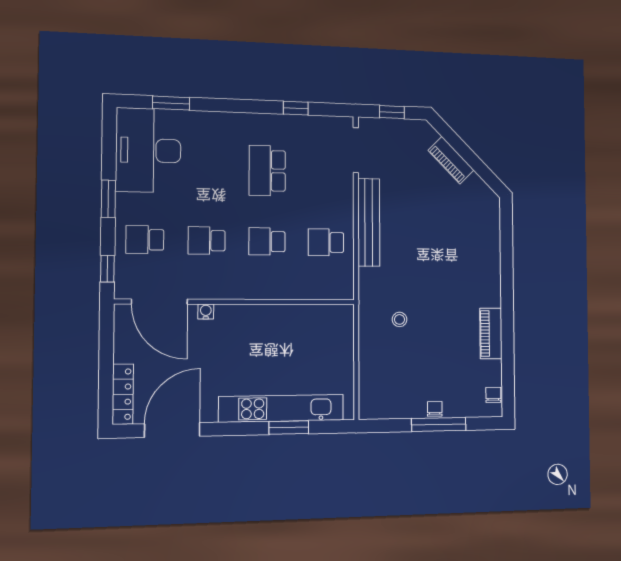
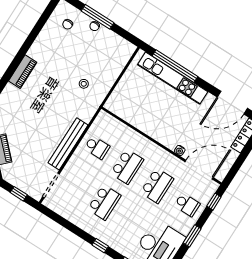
window: (296, 108) -> (100, 246), moved
school desk: (207, 241) -> (157, 186), width x1.85
school desk: (267, 241) -> (127, 166), width x1.85
door: (160, 302) -> (199, 170), hinge flipped
piano: (491, 333) -> (23, 72), moved
chair: (493, 395) -> (68, 24), moved
window: (289, 428) -> (175, 66), width x2.11

